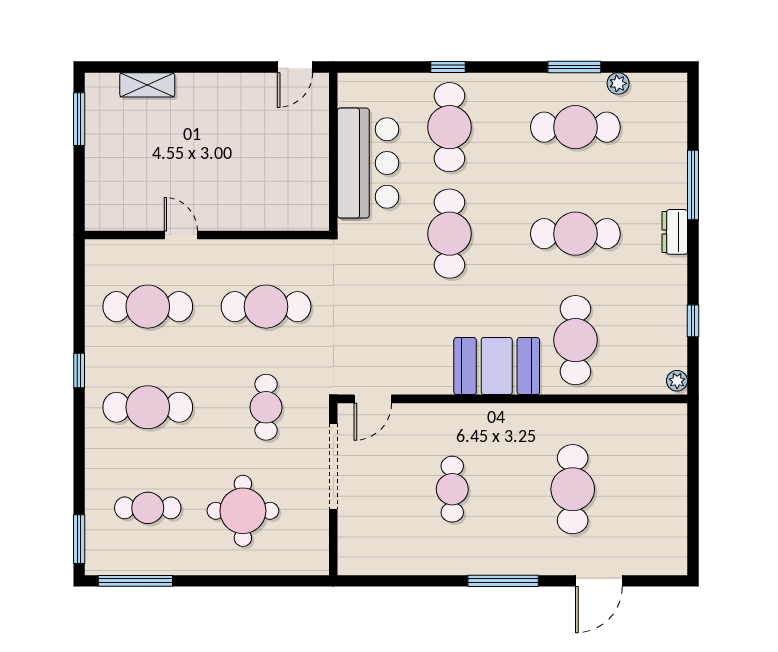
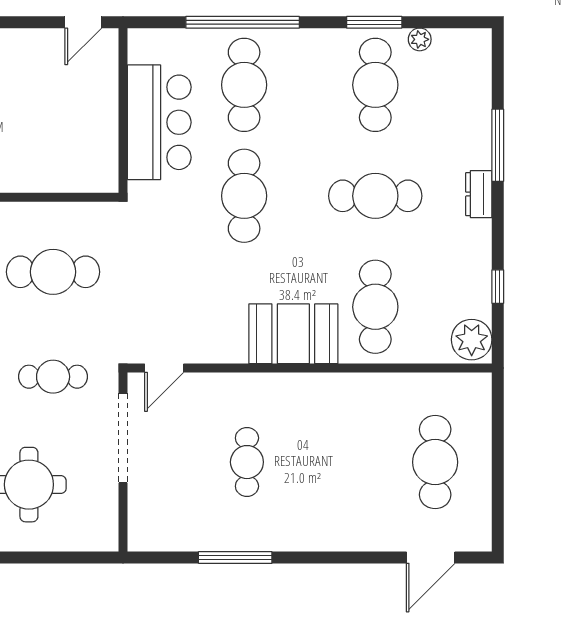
window: (448, 67) -> (243, 22), width x3.17
cafe table: (575, 127) -> (375, 85), turned 90
plant: (677, 381) -> (472, 340), width x1.87, depth x1.87
cafe table: (266, 407) -> (53, 377), turned 90
cafe table: (573, 489) -> (435, 462), moved
window: (503, 581) -> (235, 558), moved
door: (599, 581) -> (431, 558), moved

